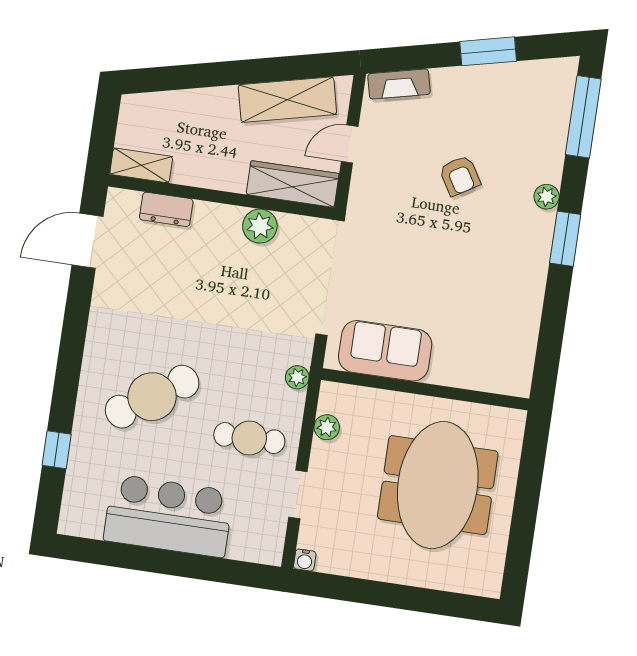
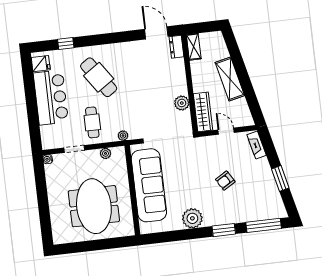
shelving: (287, 100) -> (230, 79), moved
plant: (547, 197) -> (192, 218), moved, width x1.88, depth x1.88
dresser: (166, 209) -> (176, 47), moved
window: (565, 239) -> (224, 230), moved
sofa: (385, 351) -> (149, 185), width x1.85, depth x1.27
meeting table: (438, 485) -> (94, 206), turned 90
fridge: (87, 518) -> (41, 64), added

